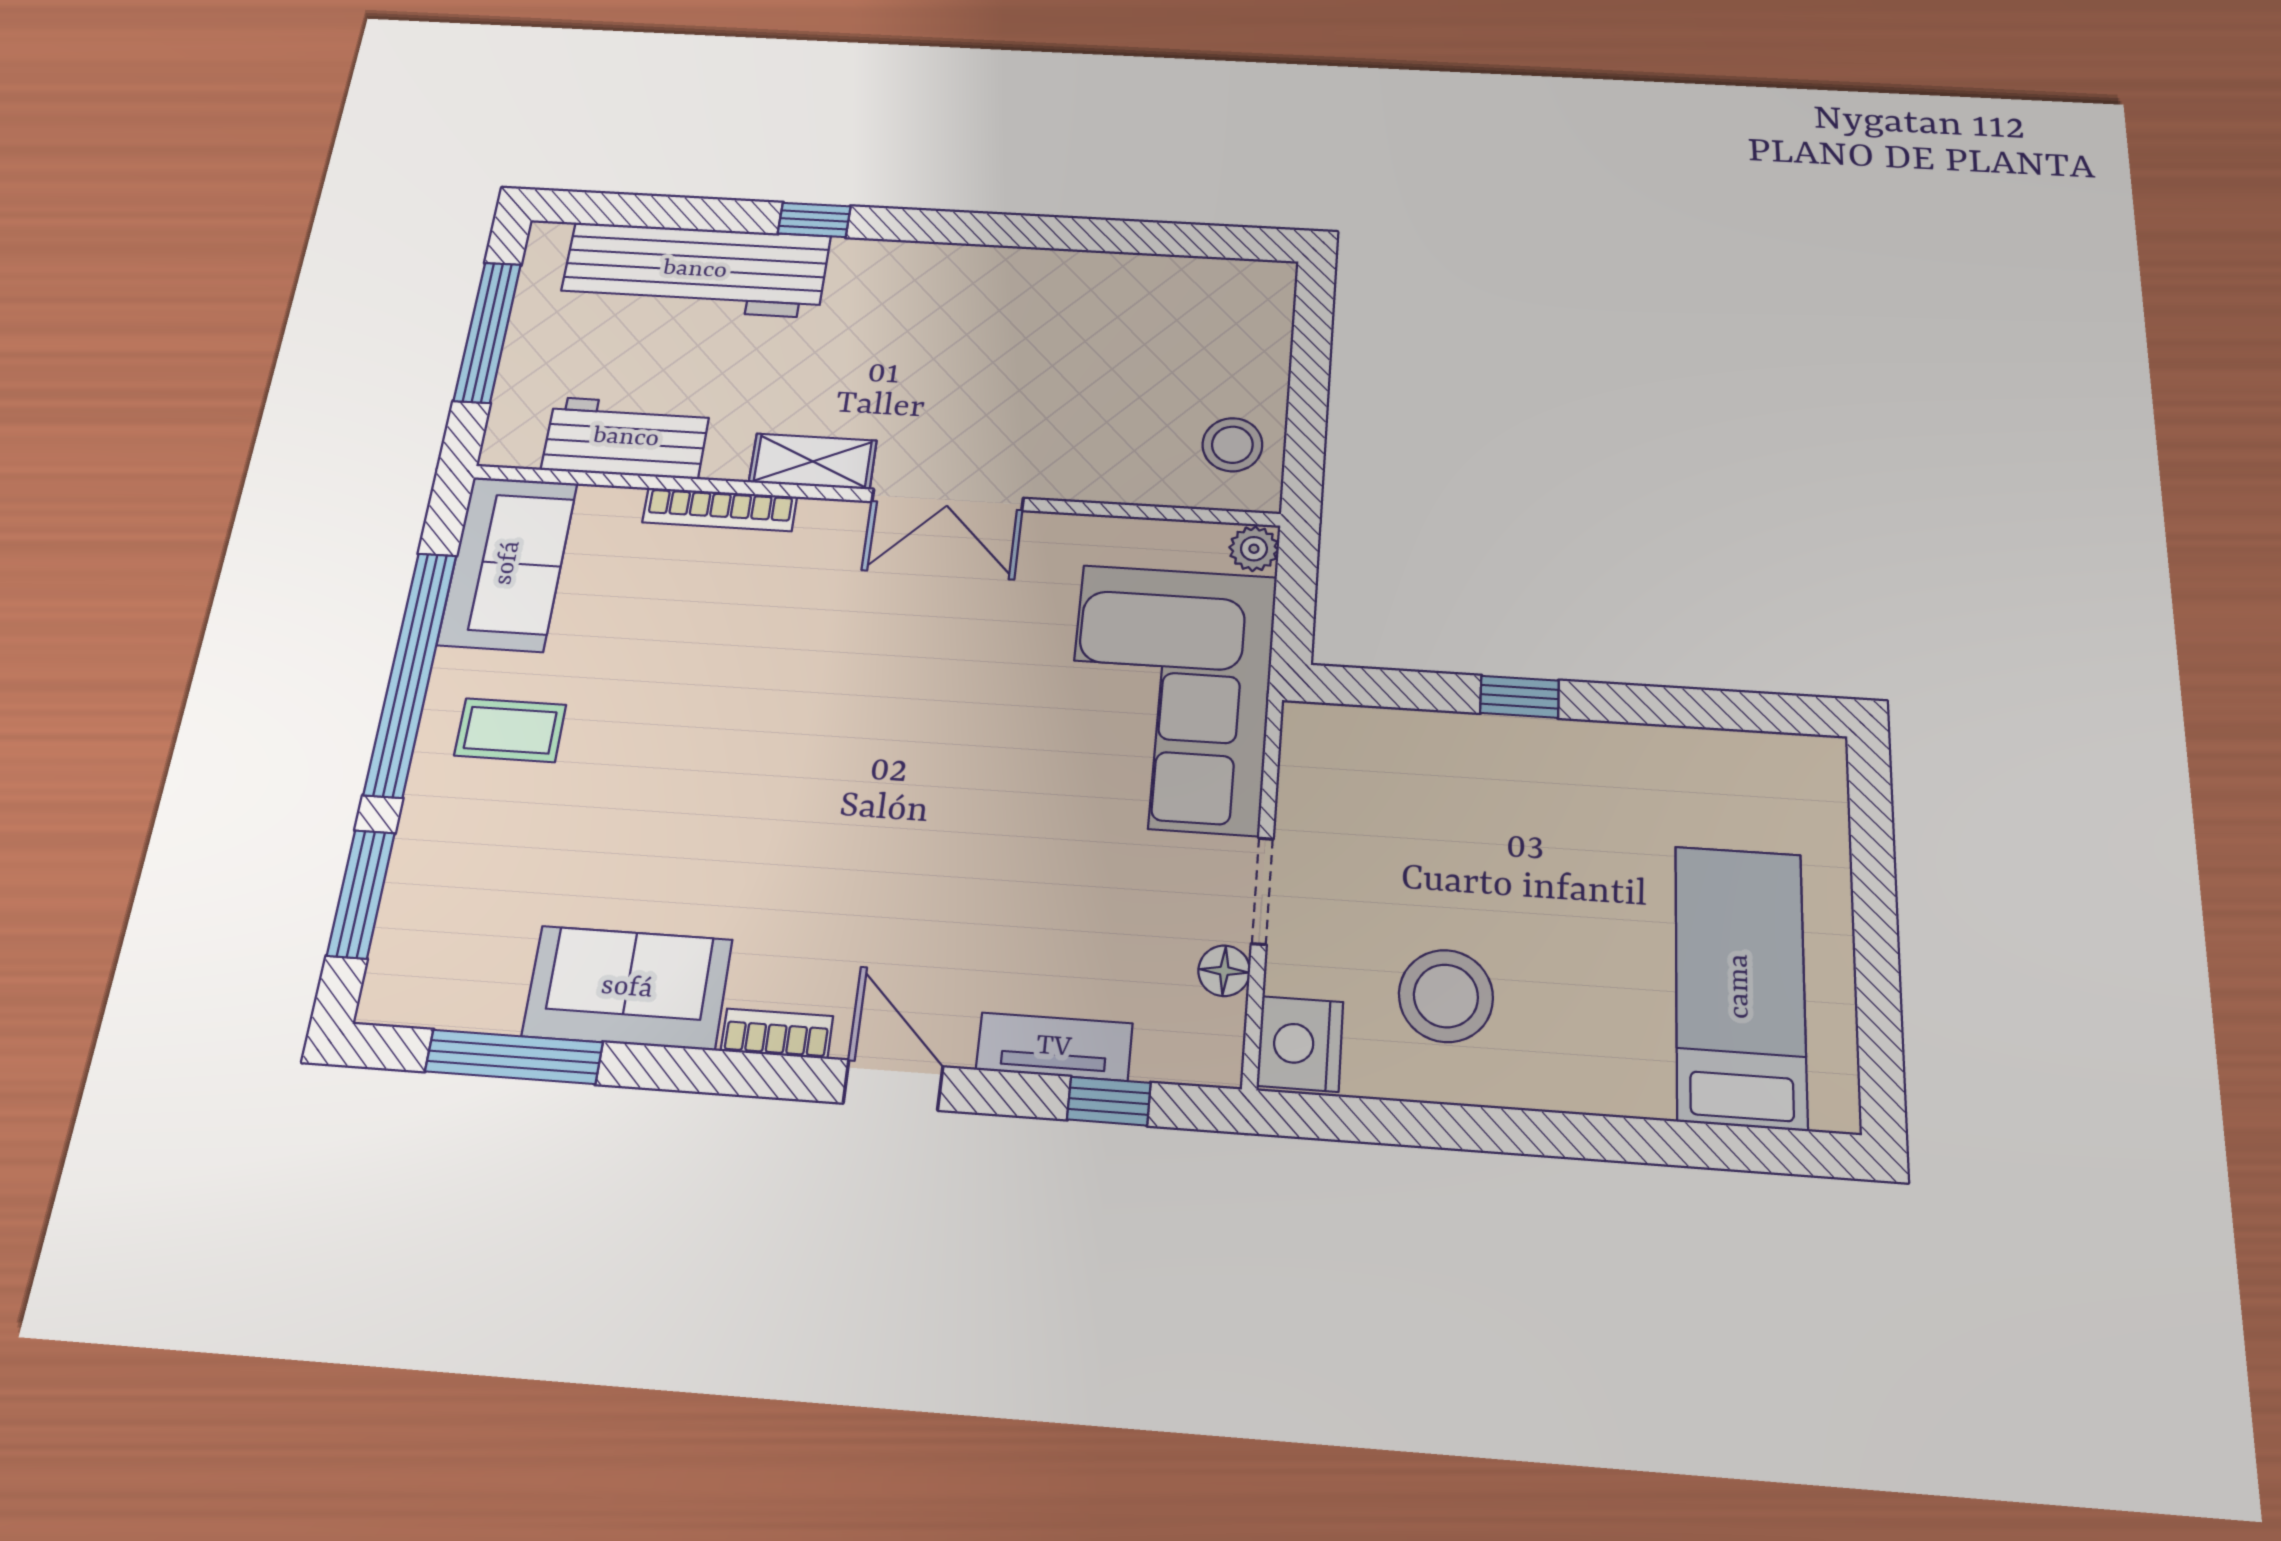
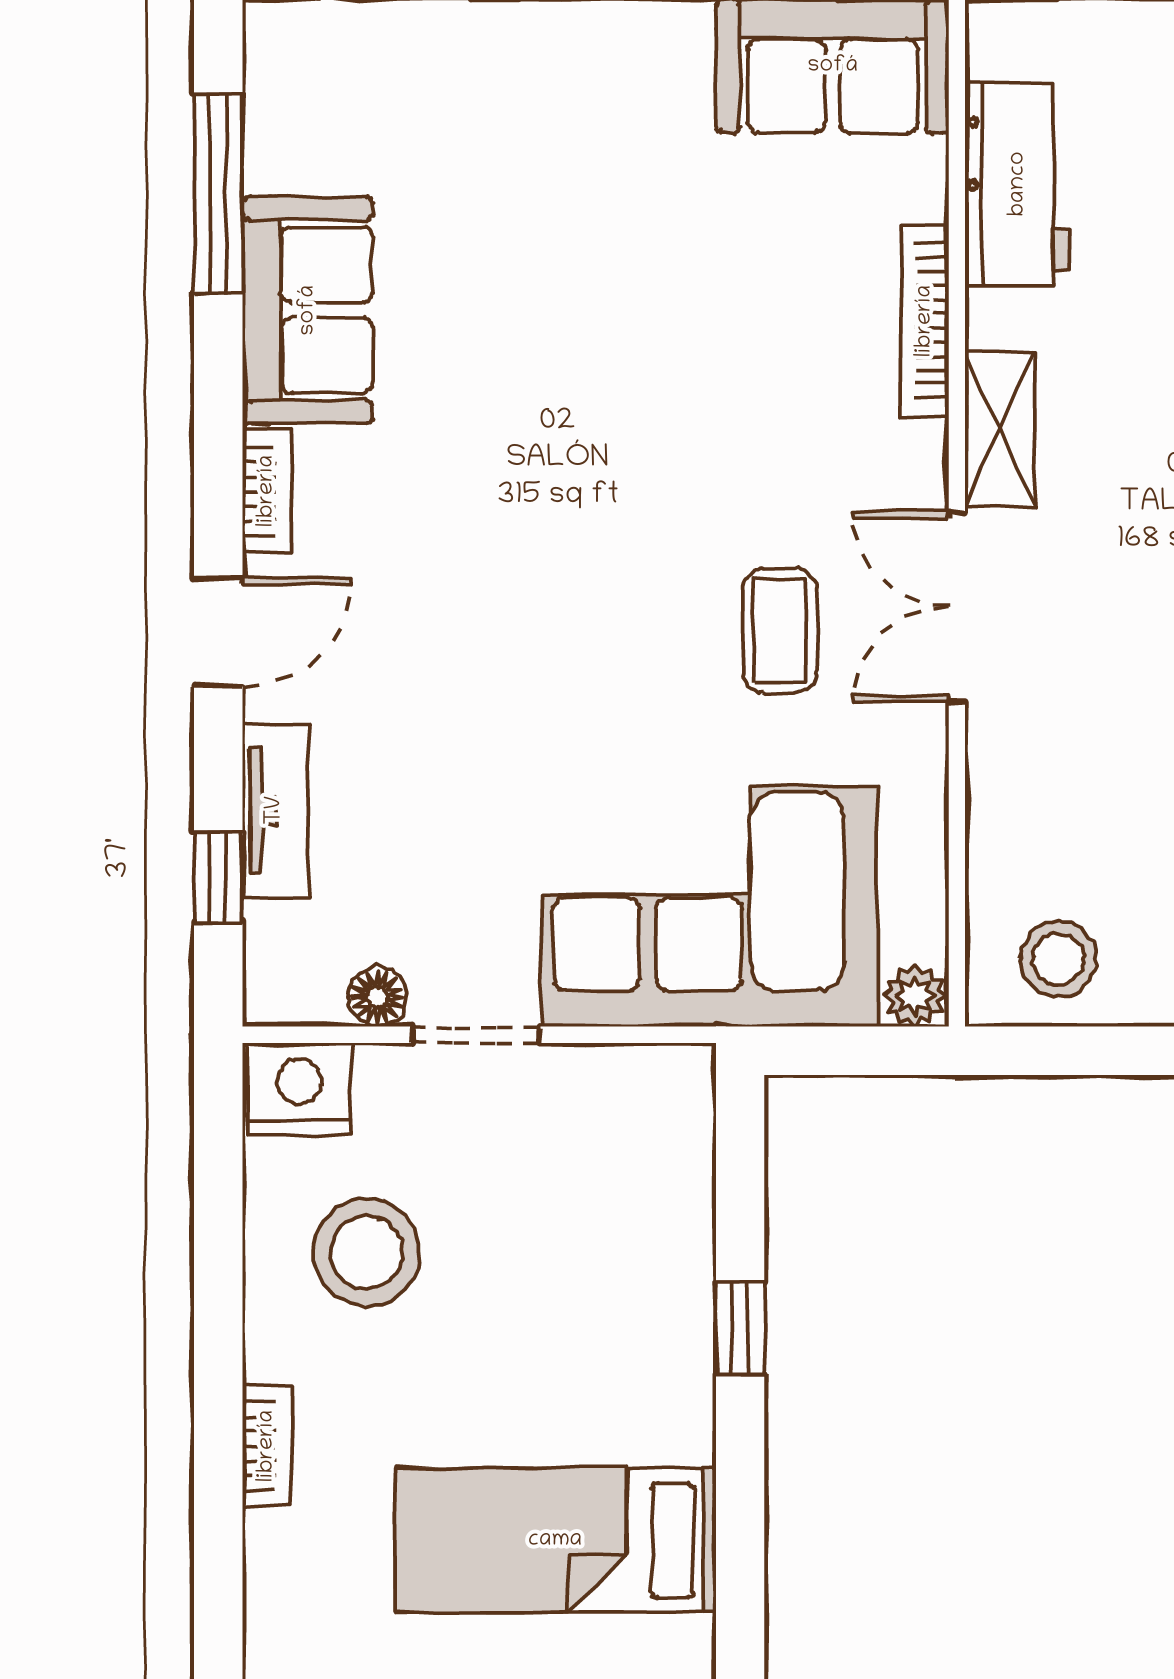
coffee table: (510, 730) -> (780, 630), moved
bed: (1740, 986) -> (555, 1540), moved, turned 180
bookcase: (1616, 1096) -> (267, 1446), added

